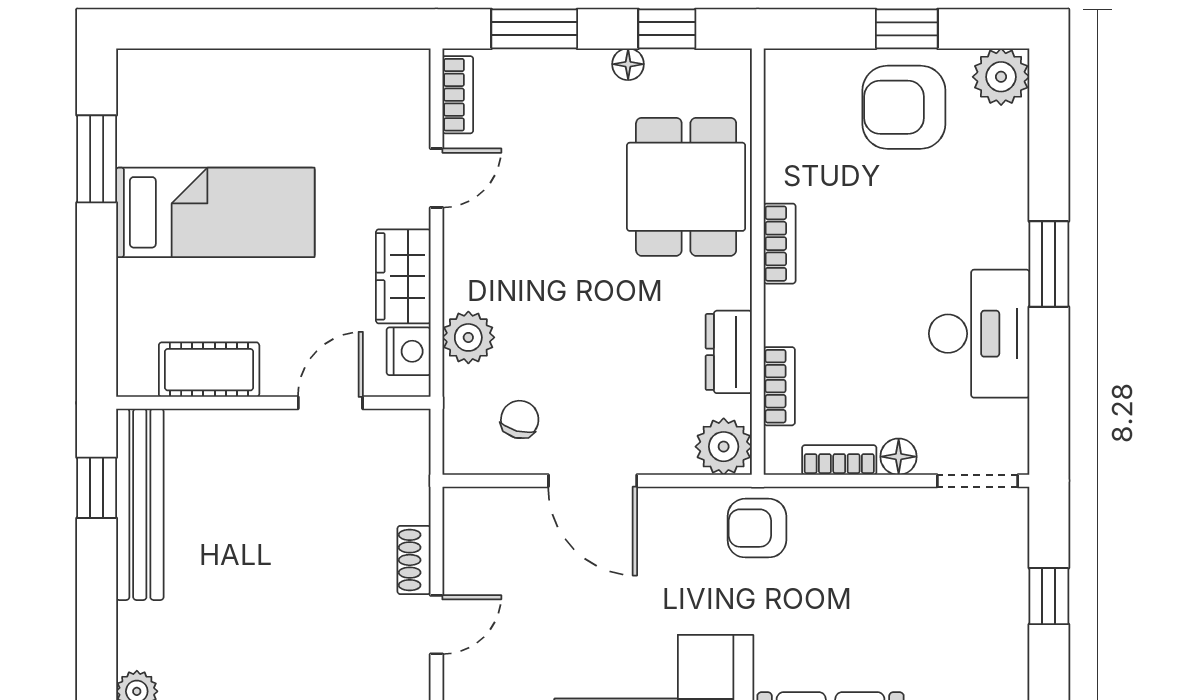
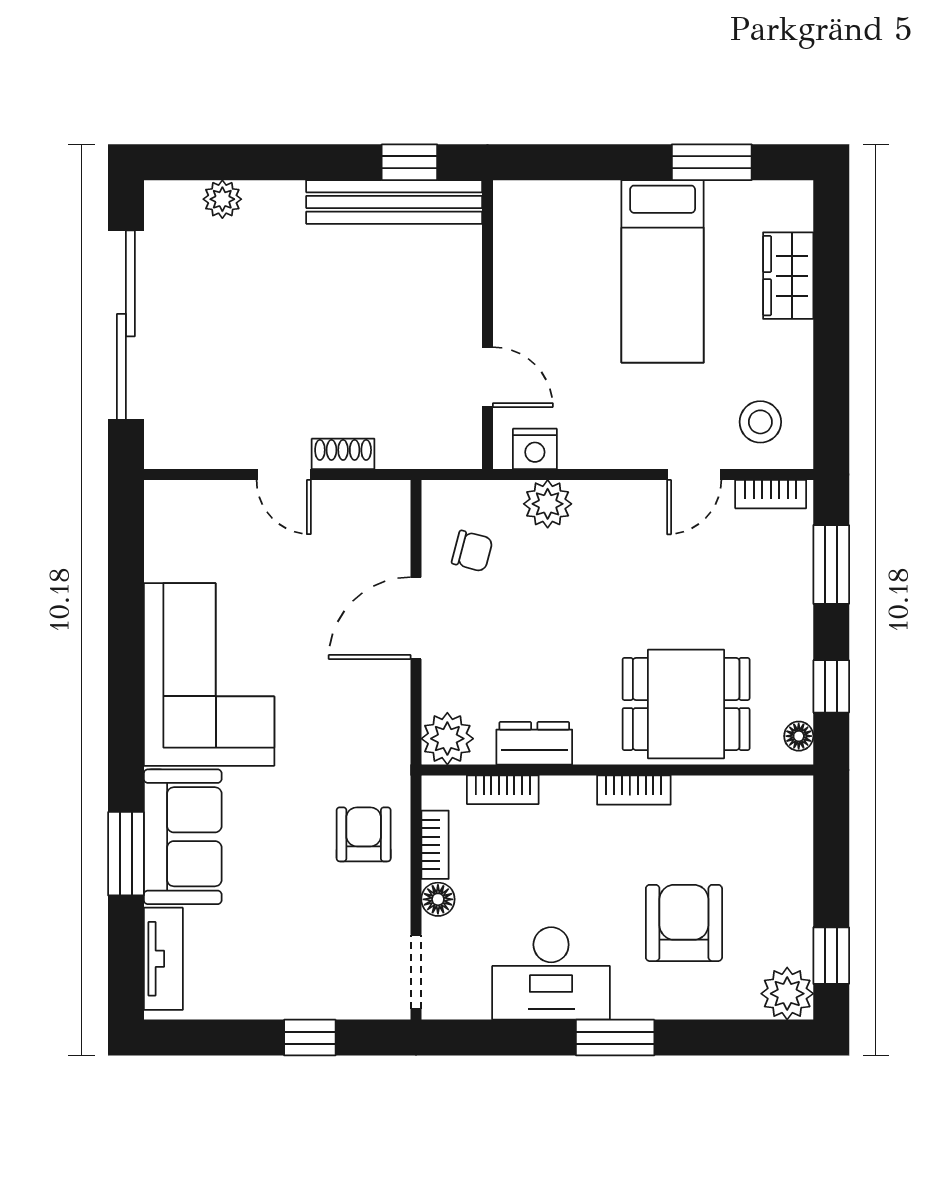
window: (907, 29) -> (831, 956), moved
floor lamp: (628, 64) -> (799, 736), moved
stool: (379, 106) -> (760, 422), added
armchair: (904, 107) -> (684, 923), moved
door: (436, 178) -> (694, 475), hinge flipped
wardrobe: (403, 276) -> (788, 276), moved, turned -90
cot: (209, 370) -> (518, 266), removed
armchair: (757, 528) -> (364, 834), moved

